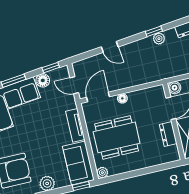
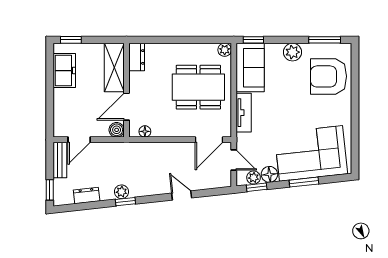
plant: (55, 75) -> (254, 178), added
floor lamp: (122, 98) -> (145, 131), moved
dresser: (168, 134) -> (137, 57), moved

